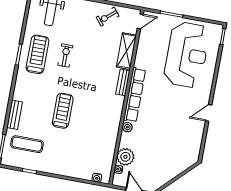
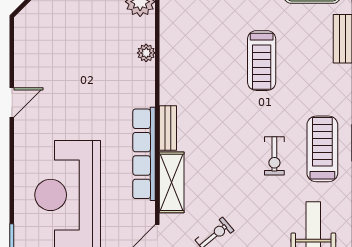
treadmill: (37, 54) -> (322, 149), turned 180
row of seats: (135, 95) -> (144, 154), moved

